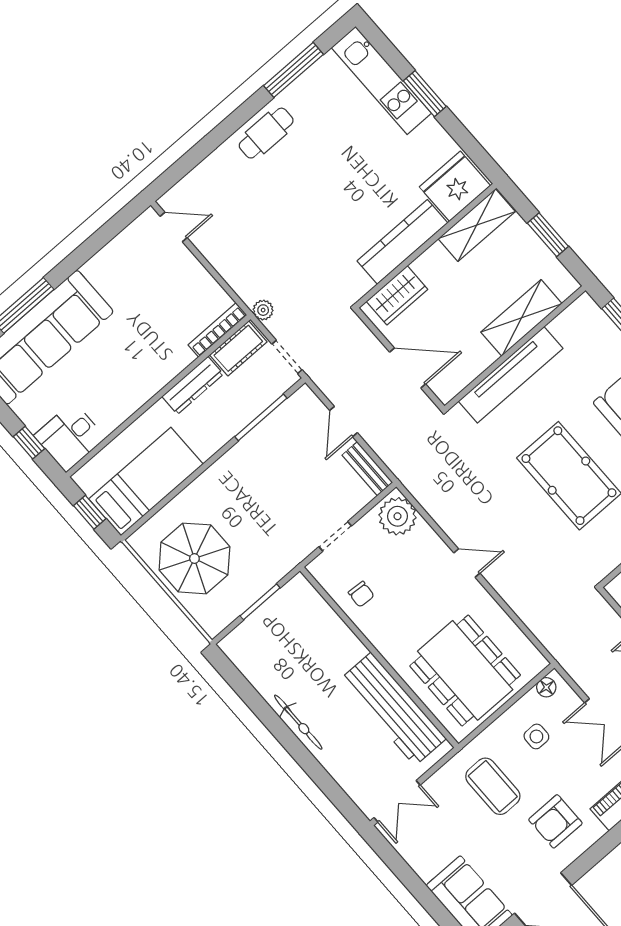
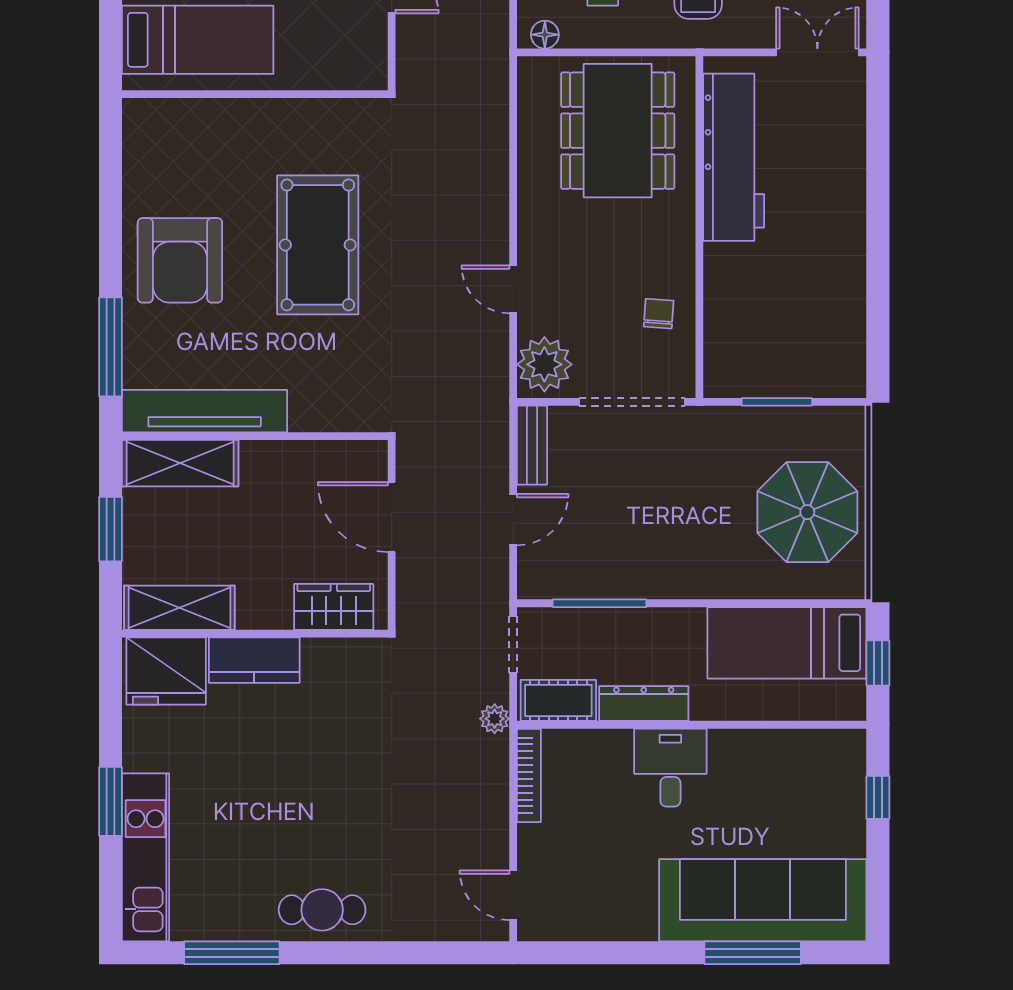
kitchen counter: (402, 242) -> (254, 660), width x0.67
shelving: (521, 318) -> (180, 463), moved
bookcase: (217, 330) -> (529, 775), moved, turned -90
tv unit: (511, 375) -> (205, 411), moved
desk: (70, 437) -> (670, 768), moved, turned -90
doorway: (335, 536) -> (632, 402), width x1.88
door: (467, 563) -> (513, 289), moved
bicycle: (298, 722) -> (850, 234), removed

